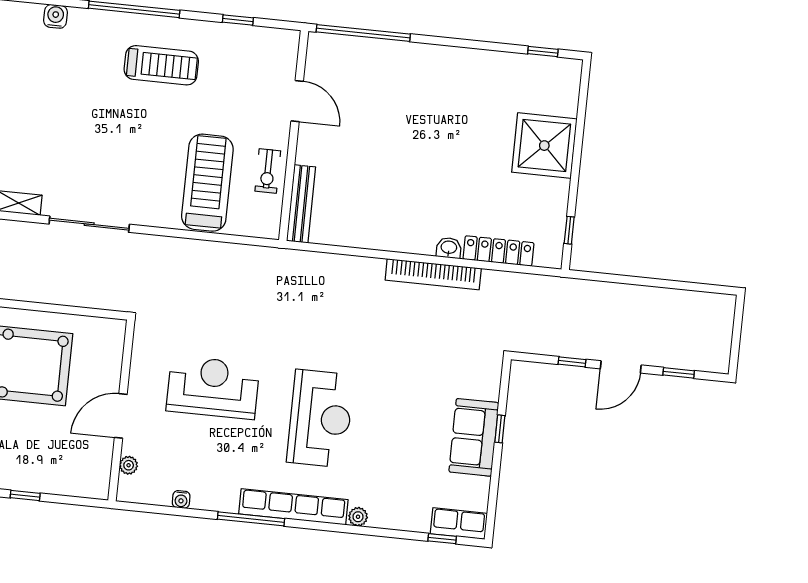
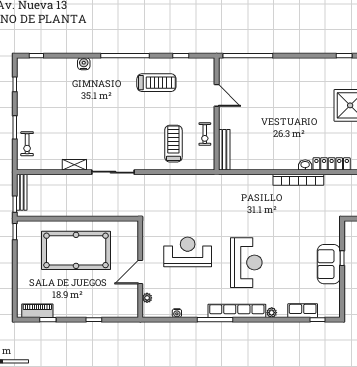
treadmill: (161, 65) -> (156, 83), moved
treadmill: (207, 183) -> (173, 144), width x0.73, depth x0.73
row of seats: (459, 524) -> (303, 311), moved

